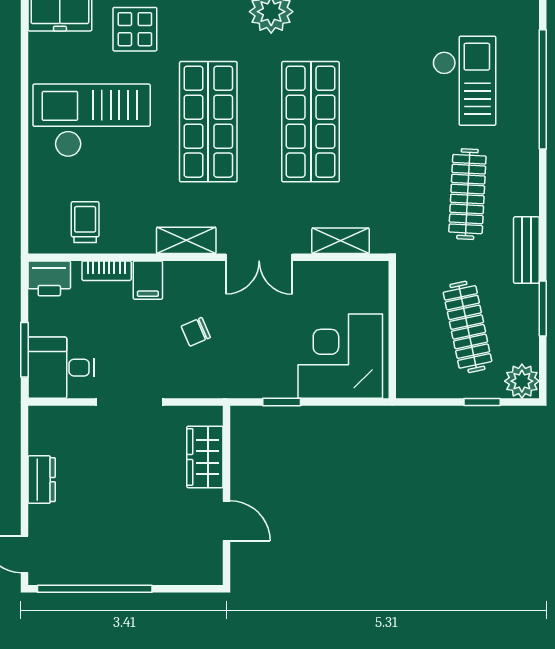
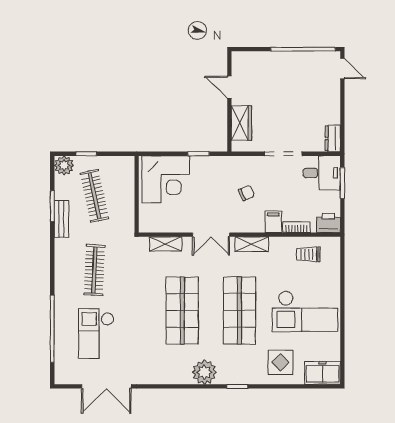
trolley: (85, 222) -> (308, 254), turned 90
bench: (526, 250) -> (61, 219), moved
double door: (259, 257) -> (211, 235), swing flipped
dresser: (42, 480) -> (333, 138), moved

